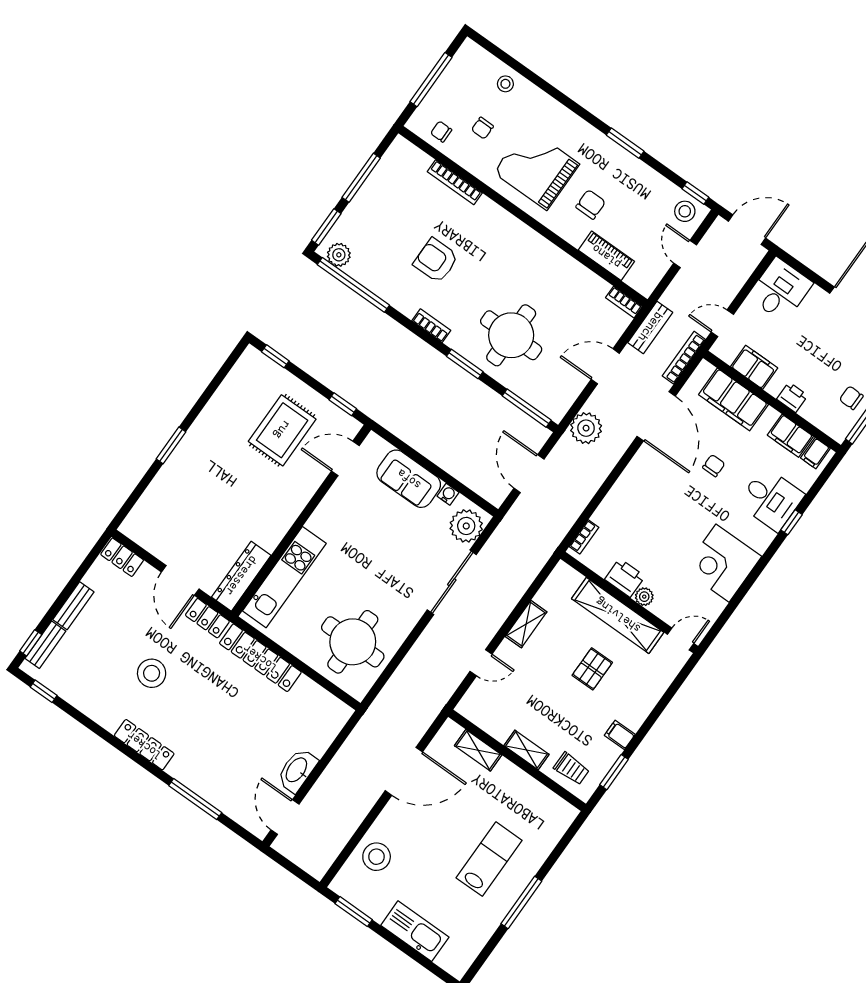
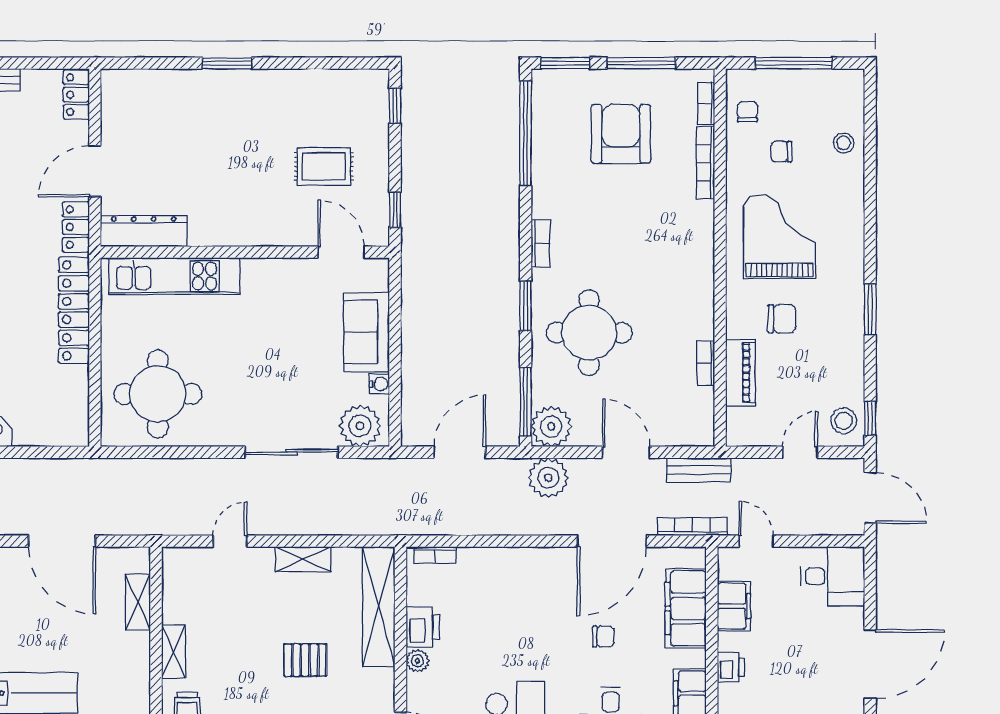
bookcase: (417, 154) -> (706, 103), added
plant: (339, 255) -> (551, 427), moved, width x1.36, depth x1.36
armchair: (436, 260) -> (621, 134), moved, width x1.36, depth x1.36
bookcase: (624, 302) -> (706, 363), moved
rug: (282, 430) -> (324, 166), width x0.73, depth x0.70
shelving: (618, 615) -> (379, 607), moved
door: (481, 663) -> (230, 541), swing flipped

